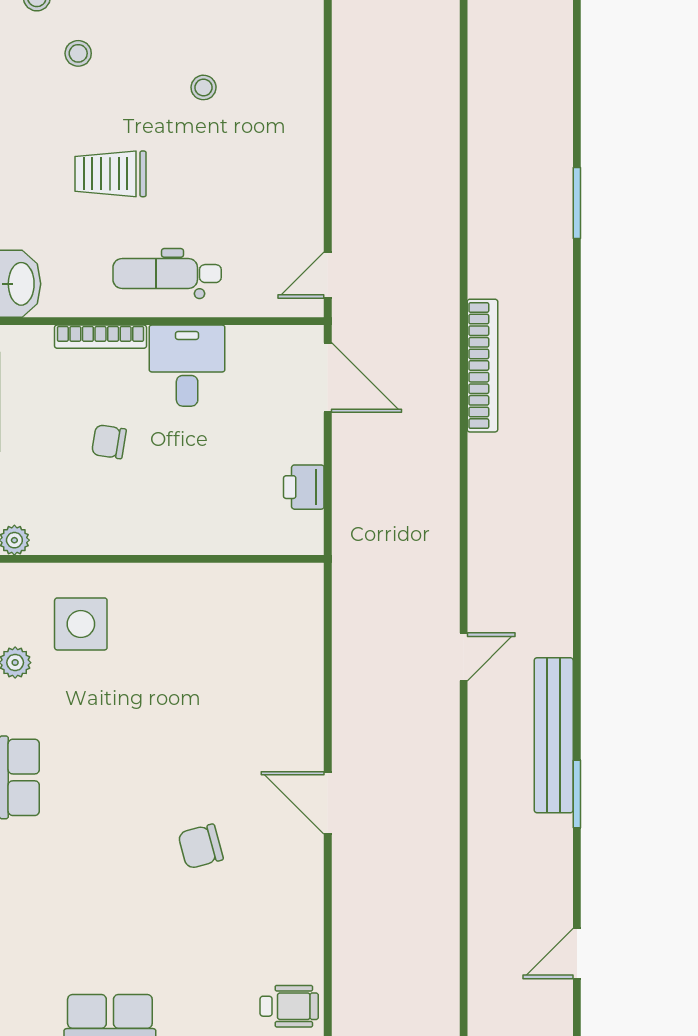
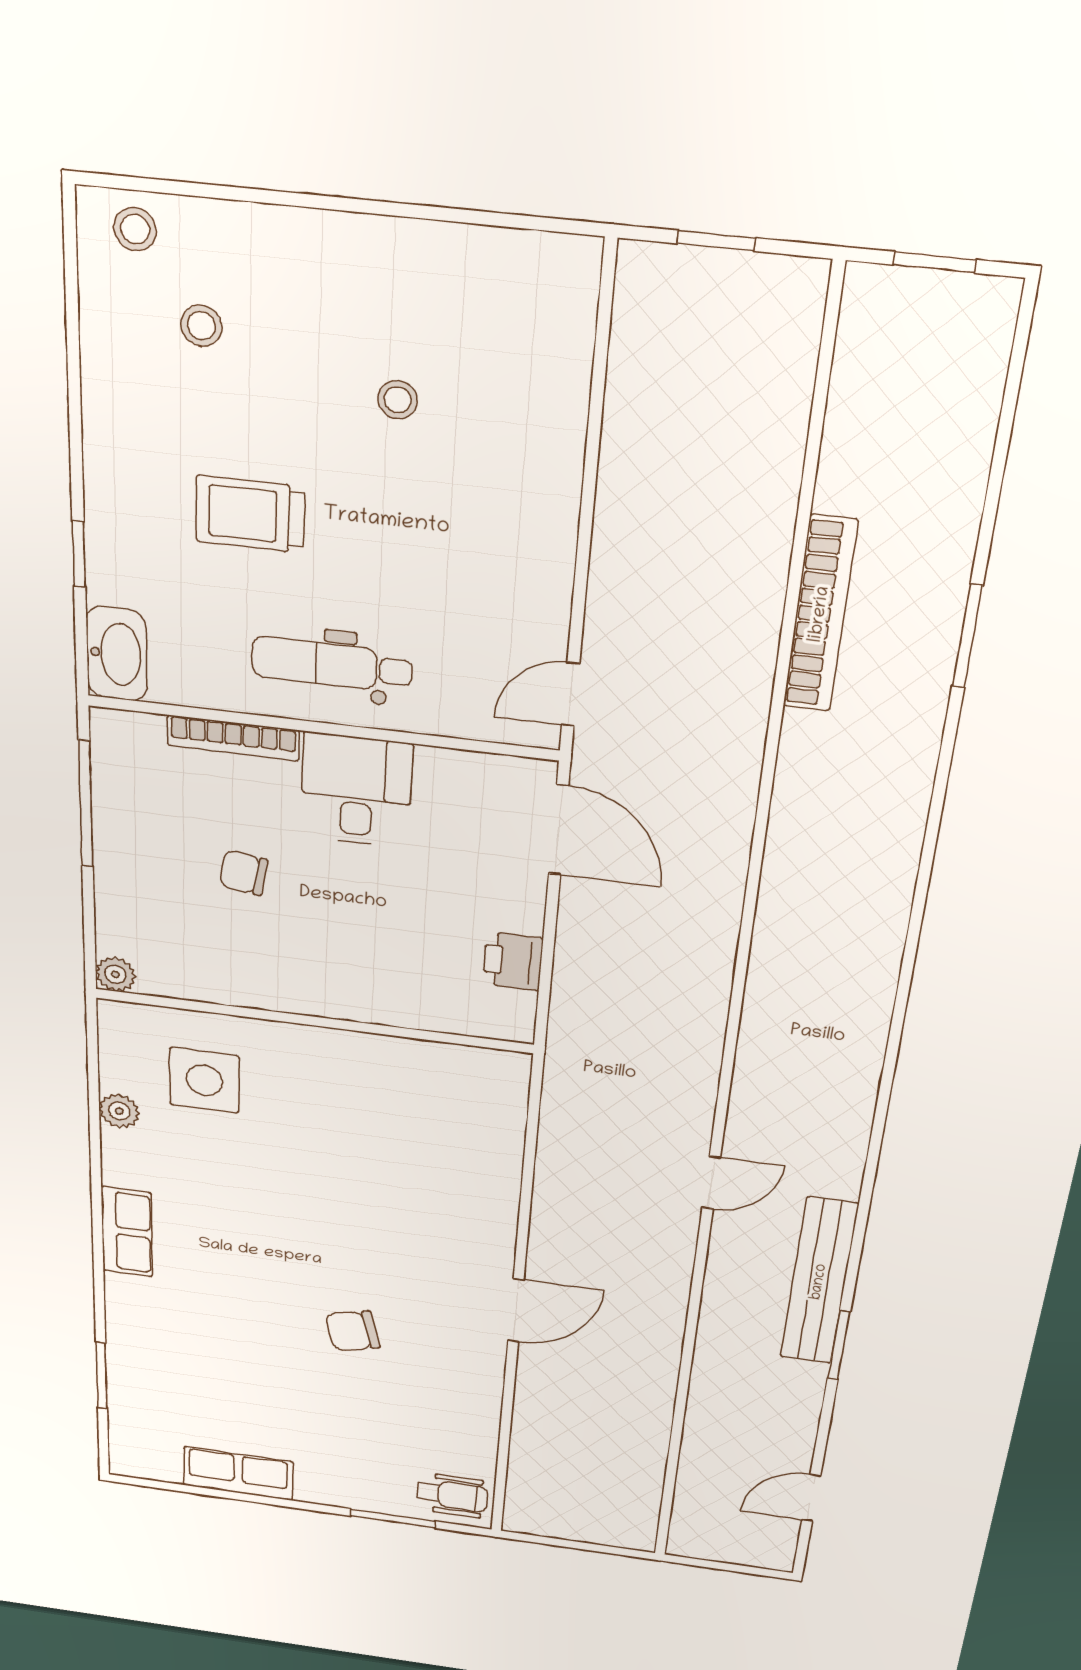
bookcase: (482, 366) -> (820, 614), moved
door: (328, 803) -> (516, 1310), swing flipped

